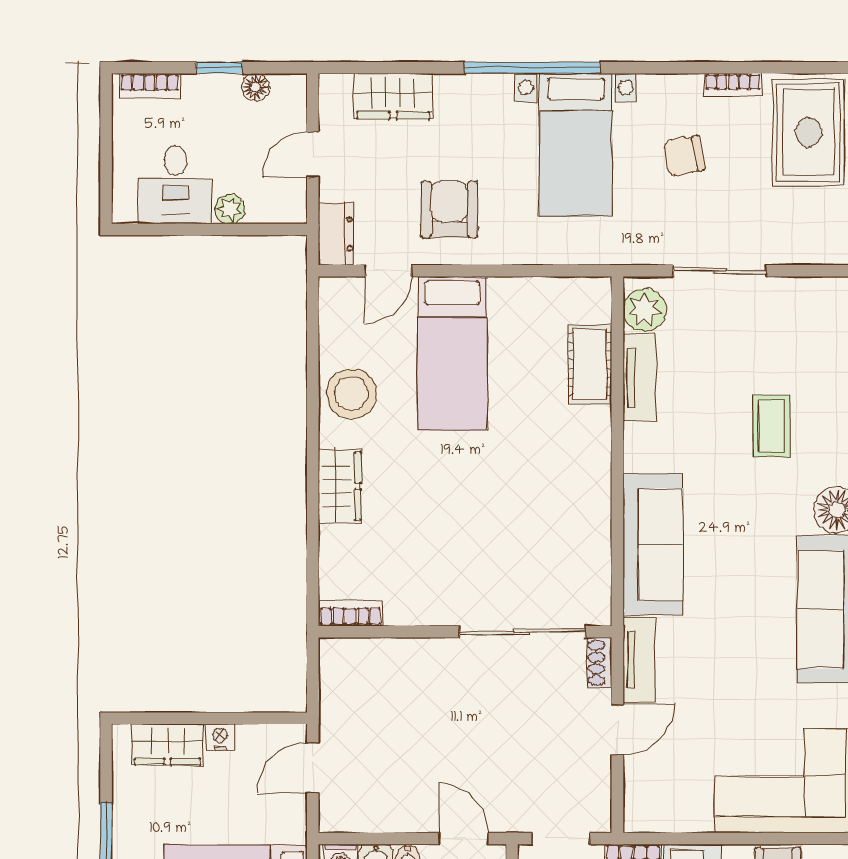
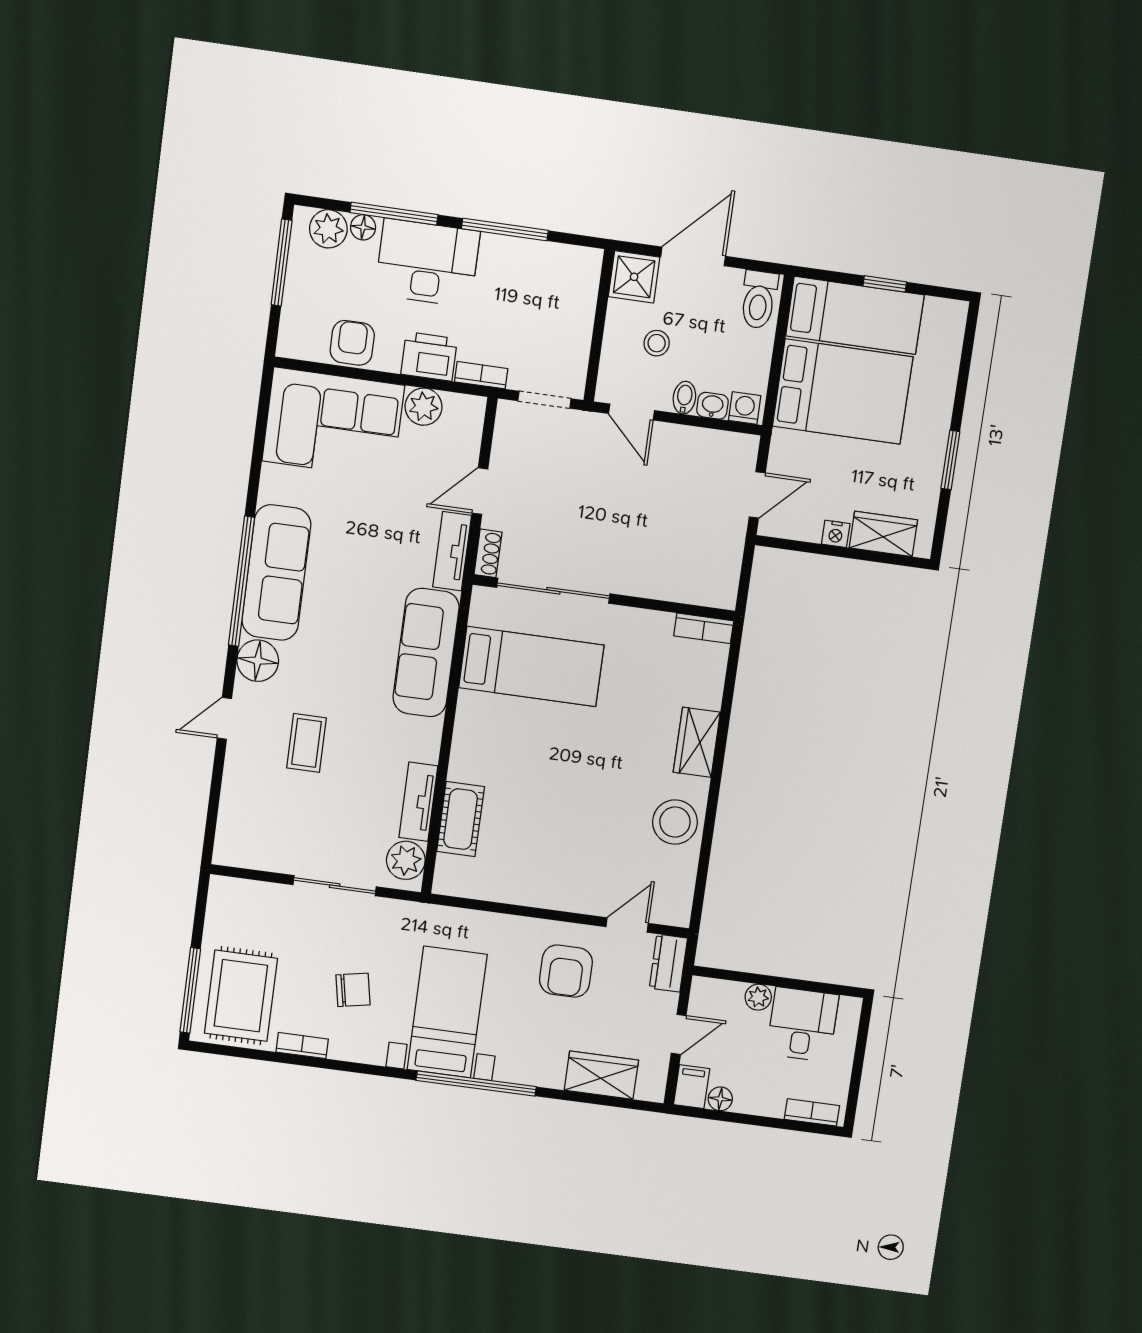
window: (219, 68) -> (749, 1120), removed
filing cabinet: (290, 97) -> (692, 1087), added
bed: (452, 353) -> (531, 666), moved, turned 90
plant: (691, 813) -> (424, 407), added

